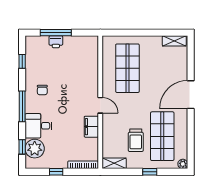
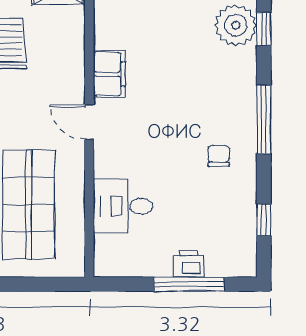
desk: (38, 126) -> (123, 206), moved, turned 180

